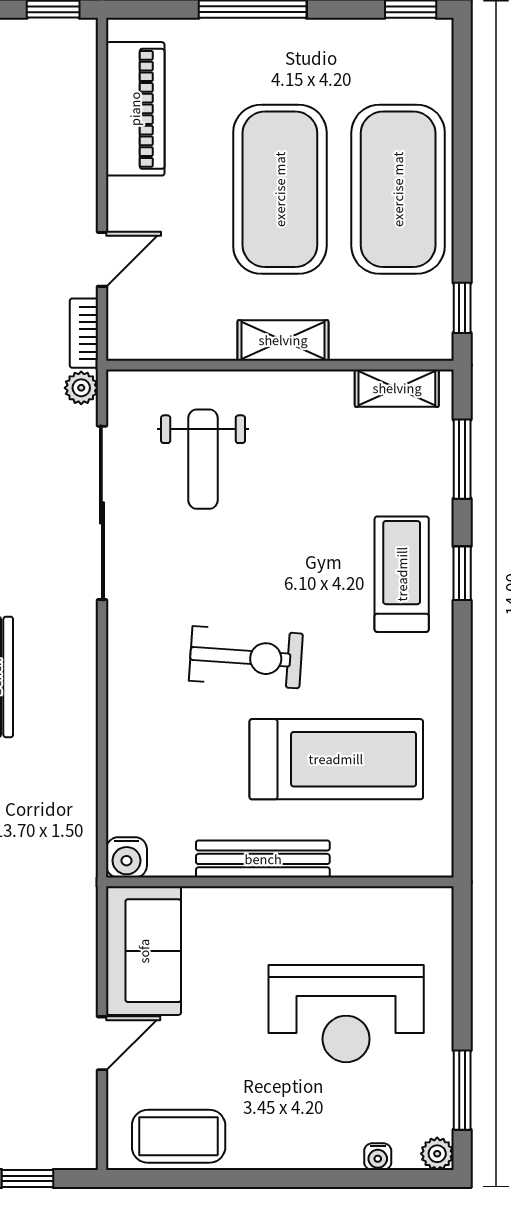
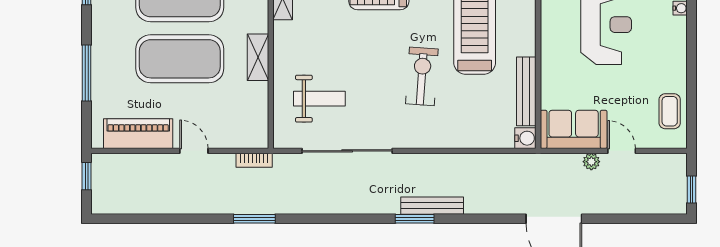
door: (102, 259) -> (194, 151), moved
plant: (81, 388) -> (591, 162), moved
bench: (263, 859) -> (526, 91), moved
coffee table: (179, 1136) -> (670, 111), width x0.73, depth x0.77

